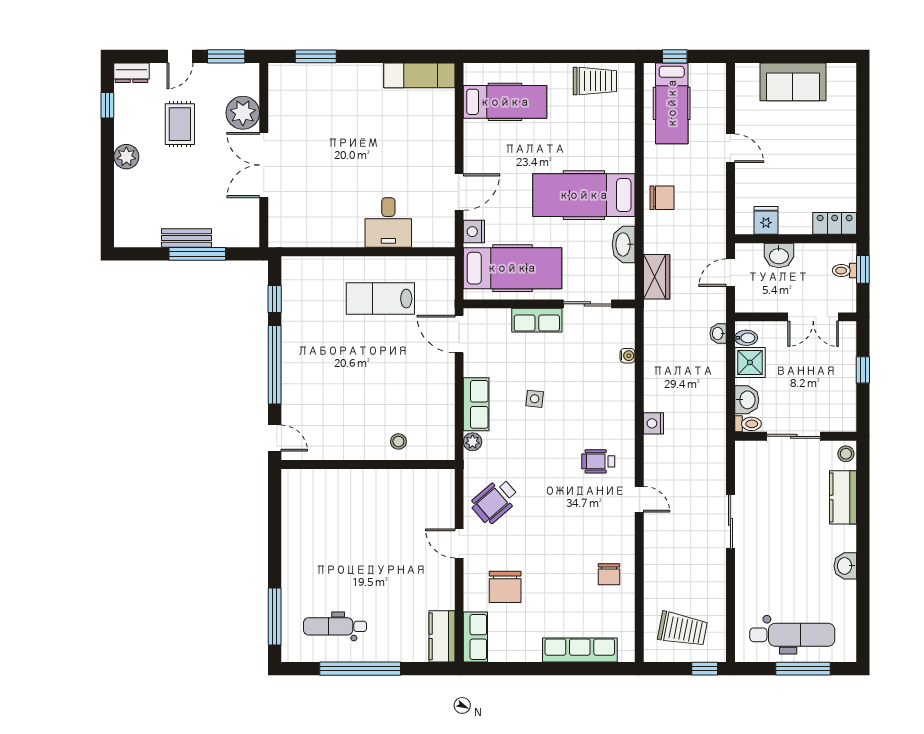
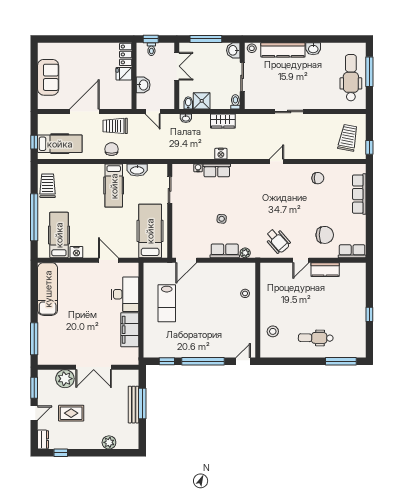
door: (180, 56) -> (34, 413), hinge flipped
window: (316, 56) -> (34, 339), width x1.44
window: (537, 56) -> (34, 217), added
exam couch: (419, 75) -> (48, 289), width x1.36, depth x1.45
door: (730, 148) -> (84, 112), width x1.87
plant: (126, 157) -> (109, 442), moved
hospital bed: (584, 195) -> (114, 186), width x0.73, depth x0.78
trolley: (704, 205) -> (115, 126), added
fridge: (766, 220) -> (124, 74), moved
desk: (388, 223) -> (125, 294), width x1.37
filing cabinet: (332, 231) -> (130, 330), added
nightstand: (474, 232) -> (76, 252), moved
bench: (187, 238) -> (134, 405), width x1.36
wardrobe: (657, 277) -> (223, 121), moved, turned 180
row of seats: (537, 320) -> (217, 170), moved, turned 90
window: (863, 370) -> (206, 39), width x2.17
washbasin: (747, 400) -> (233, 50), moved, turned -90
nightstand: (654, 423) -> (221, 154), moved
wheelchair: (598, 461) -> (256, 184), removed
stool: (329, 492) -> (273, 331), added
kitchen counter: (843, 497) -> (283, 50), width x1.50
dental chair: (335, 626) -> (316, 338), moved, turned 91
kitchen counter: (442, 636) -> (325, 270), moved
window: (360, 669) -> (369, 314), width x0.32
window: (705, 669) -> (369, 147), moved

